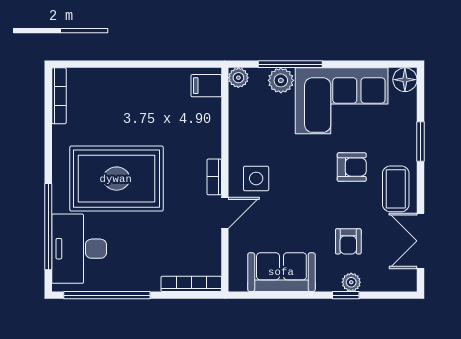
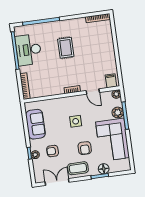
floor lamp: (405, 80) -> (104, 169), moved
side table: (256, 178) -> (76, 121), moved
rug: (116, 179) -> (66, 48), width x0.54, depth x0.49
door: (225, 213) -> (93, 91), moved
desk: (79, 249) -> (29, 50), moved, turned -90

